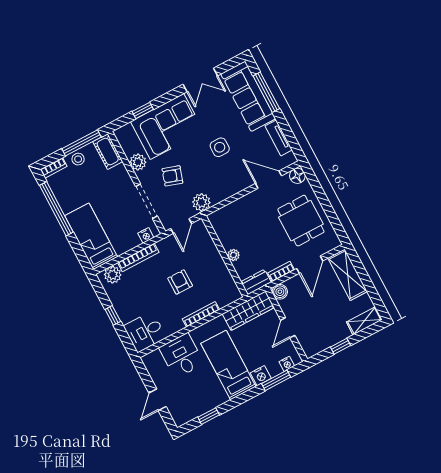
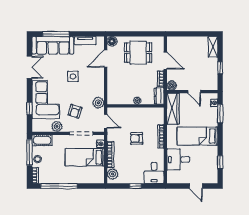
bed: (91, 236) -> (85, 157), moved
shelving: (348, 275) -> (182, 43), removed
nightstand: (261, 376) -> (213, 121), removed

